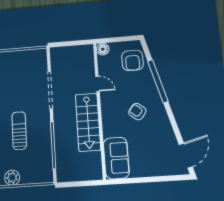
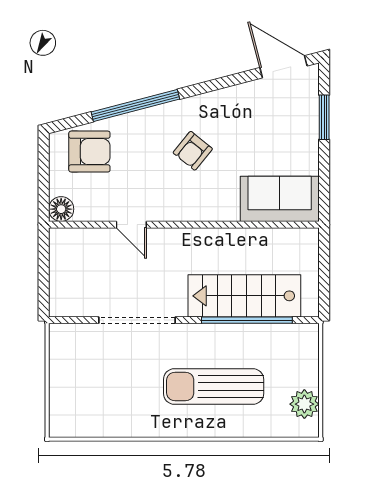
door: (98, 84) -> (131, 225), swing flipped
stairs: (88, 122) -> (244, 296), moved, turned 180
sun lounger: (19, 131) -> (214, 387), width x1.36, depth x1.34
window: (161, 179) -> (324, 117), added

